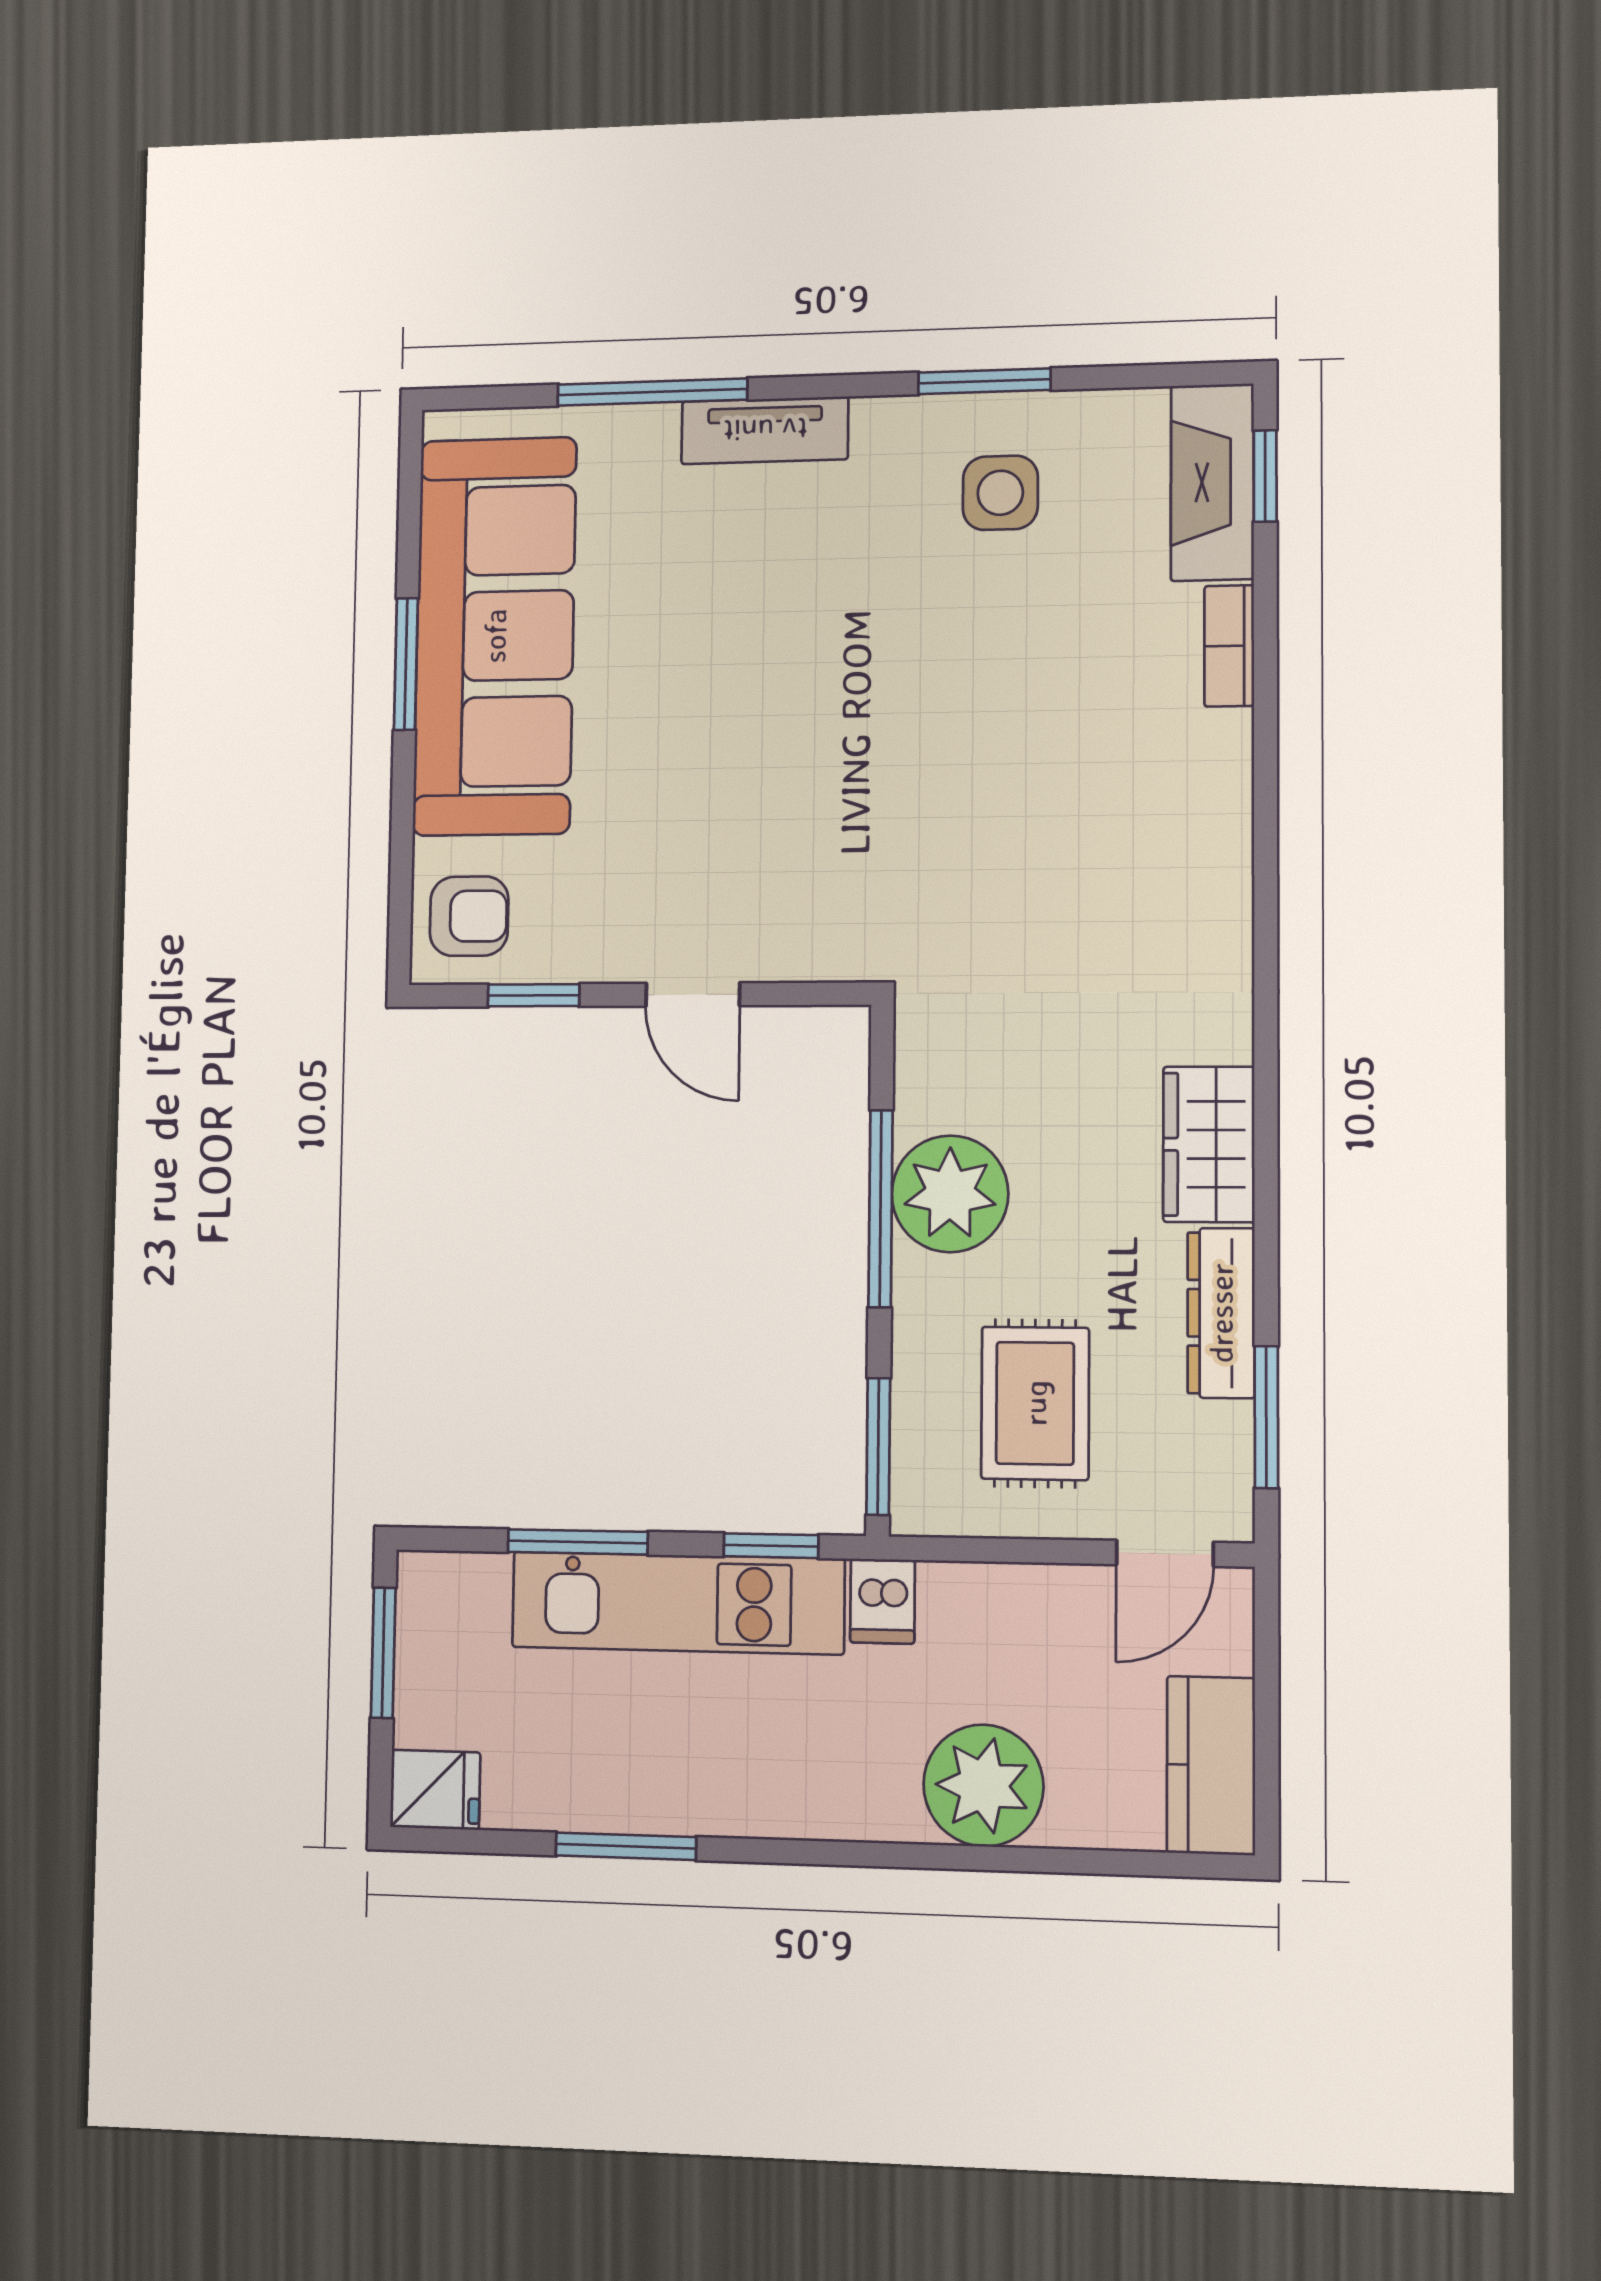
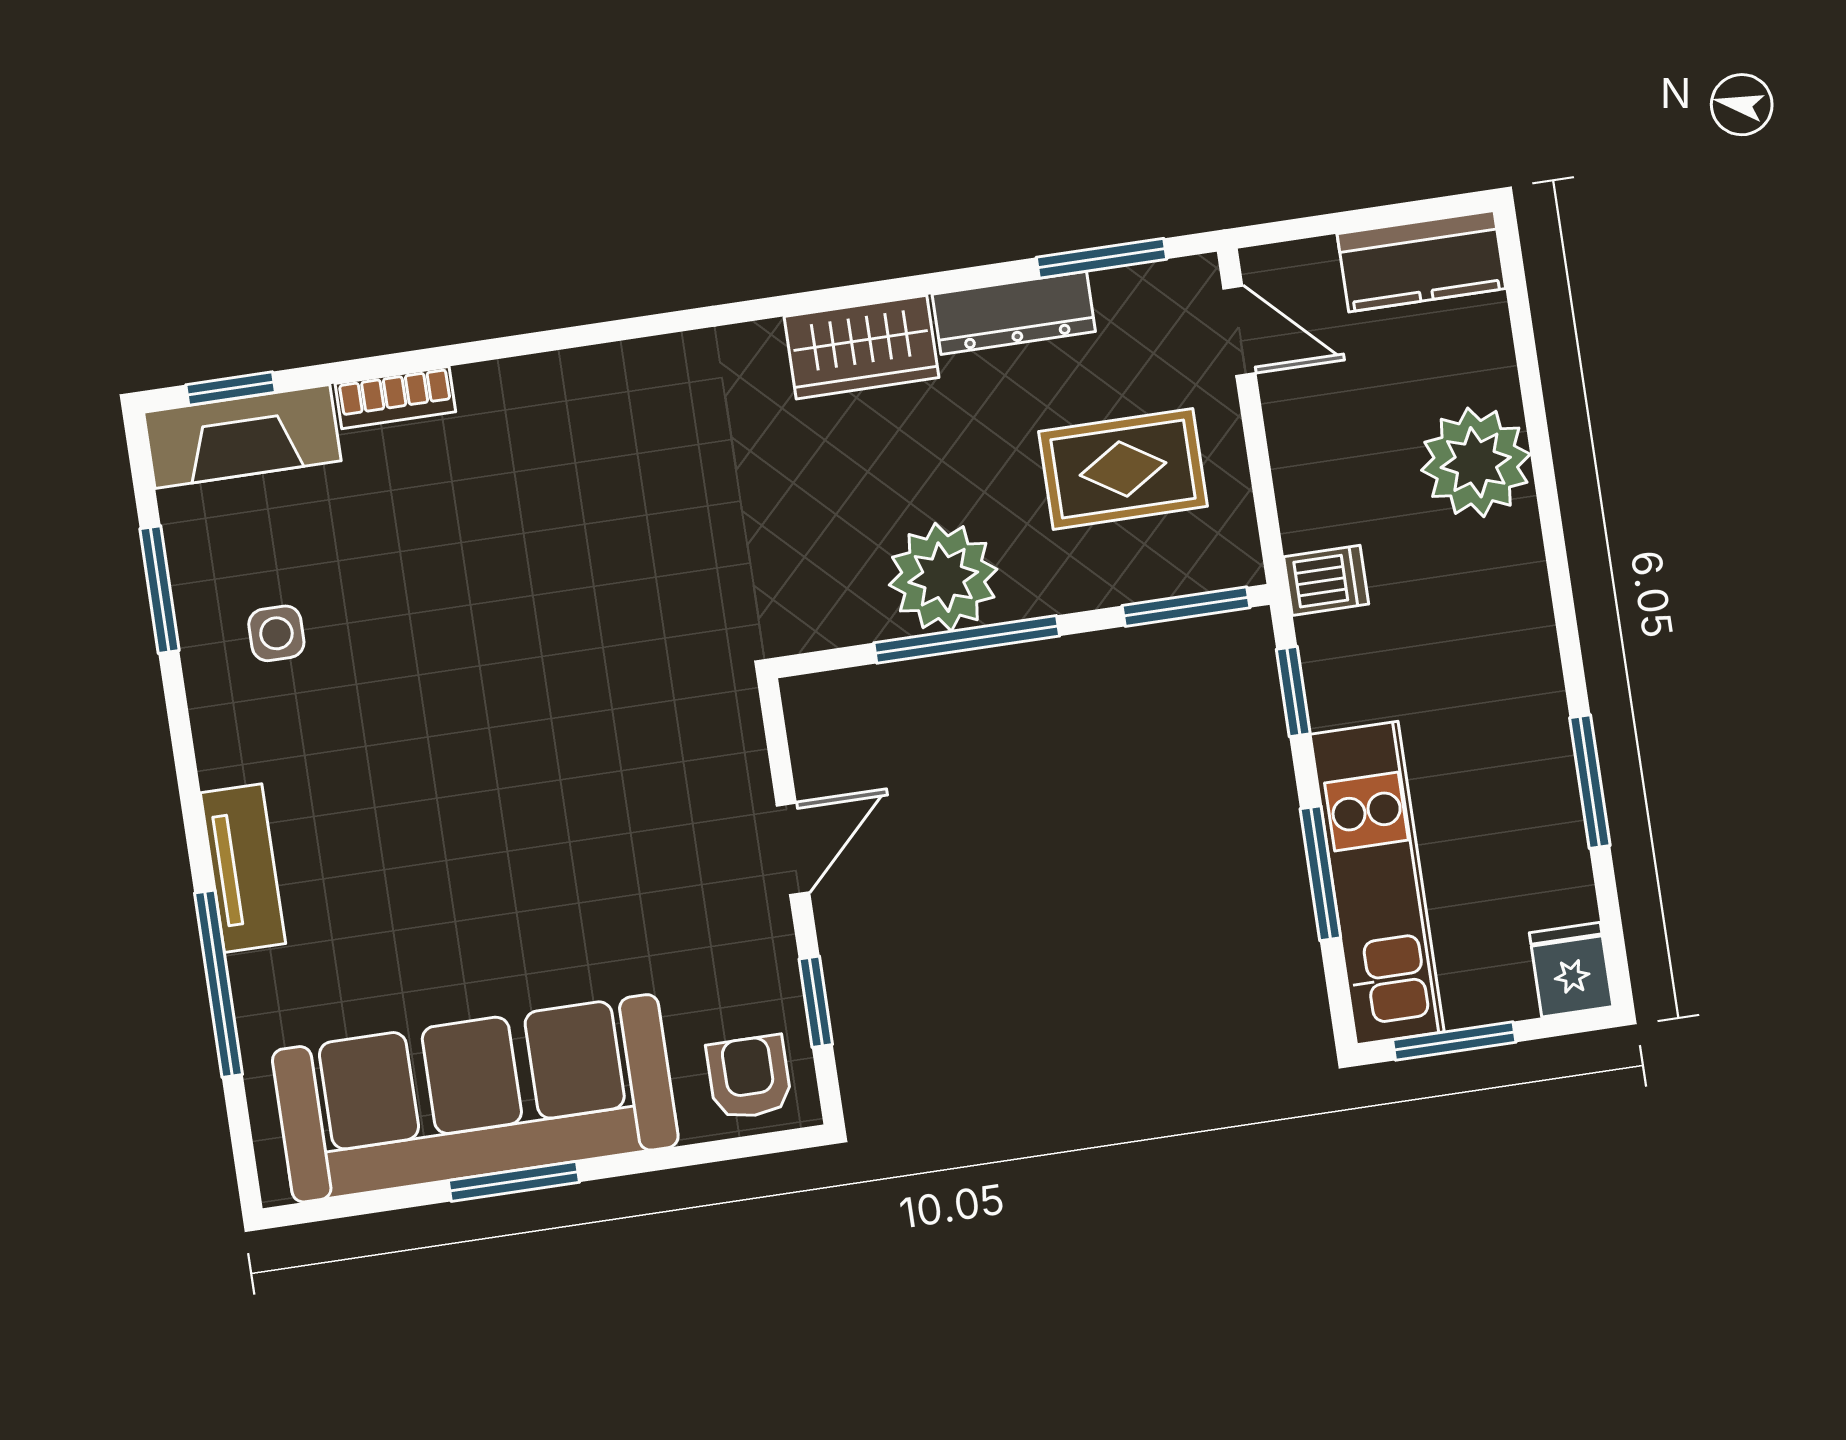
window: (984, 381) -> (160, 590), moved
side table: (1000, 493) -> (276, 633), width x0.73, depth x0.73
kitchen unit: (678, 1603) -> (1377, 883), moved

